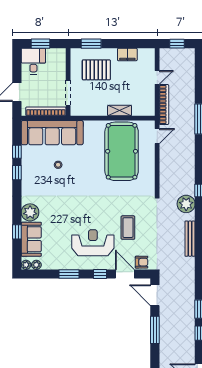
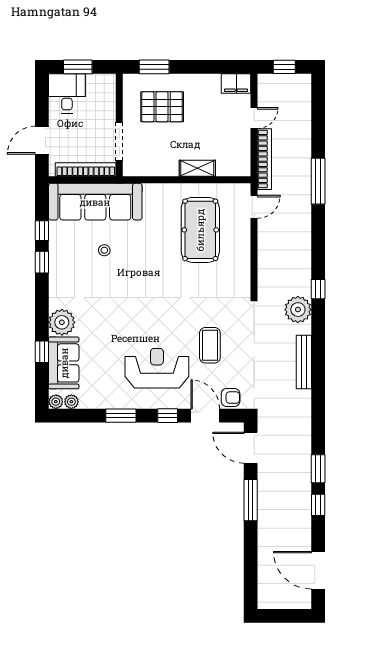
filing cabinet: (127, 55) -> (236, 83), moved
pool table: (122, 151) -> (200, 230), width x0.73, depth x0.76

